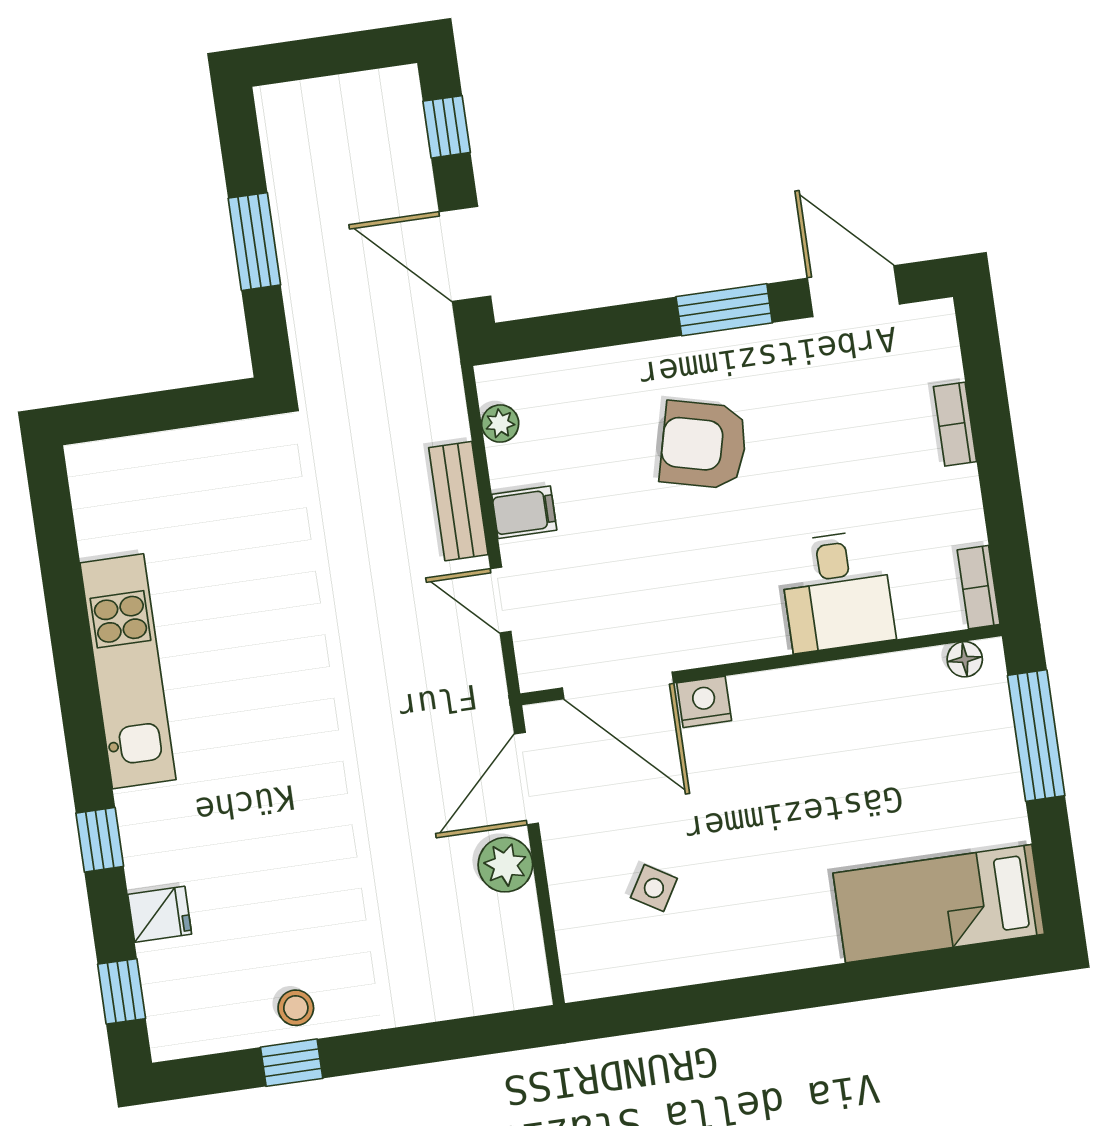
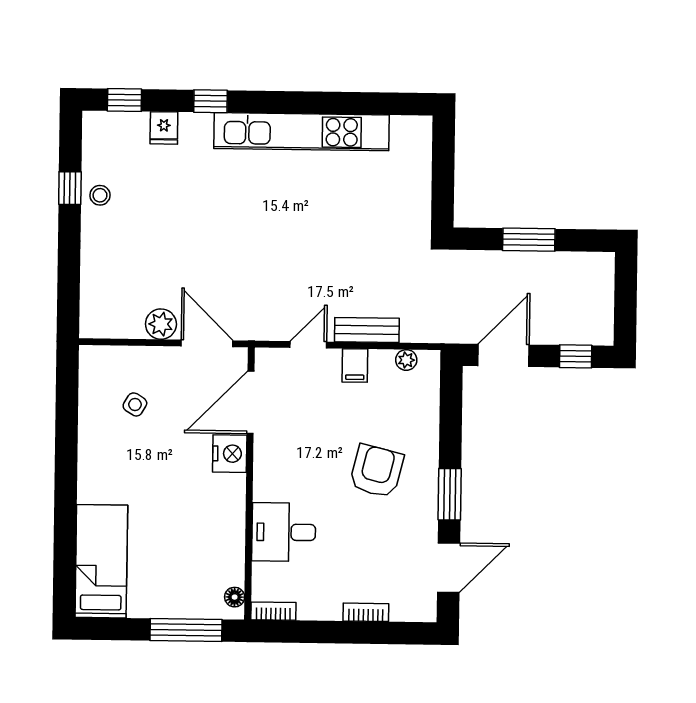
kitchen unit: (128, 671) -> (302, 132), width x1.36
nightstand: (704, 702) -> (230, 454), width x1.36, depth x1.33

